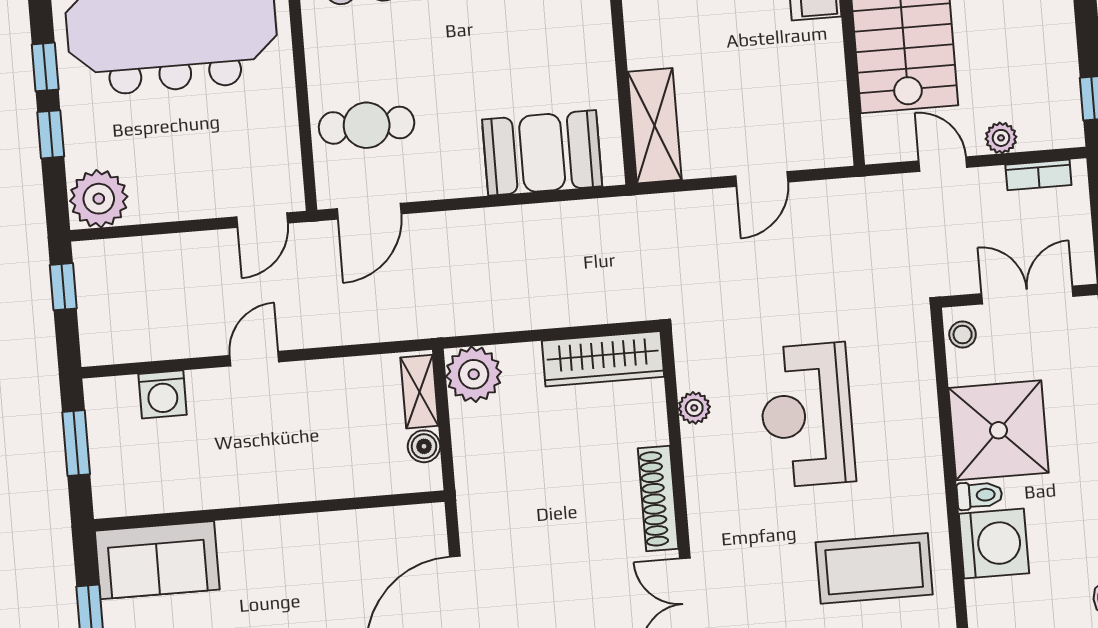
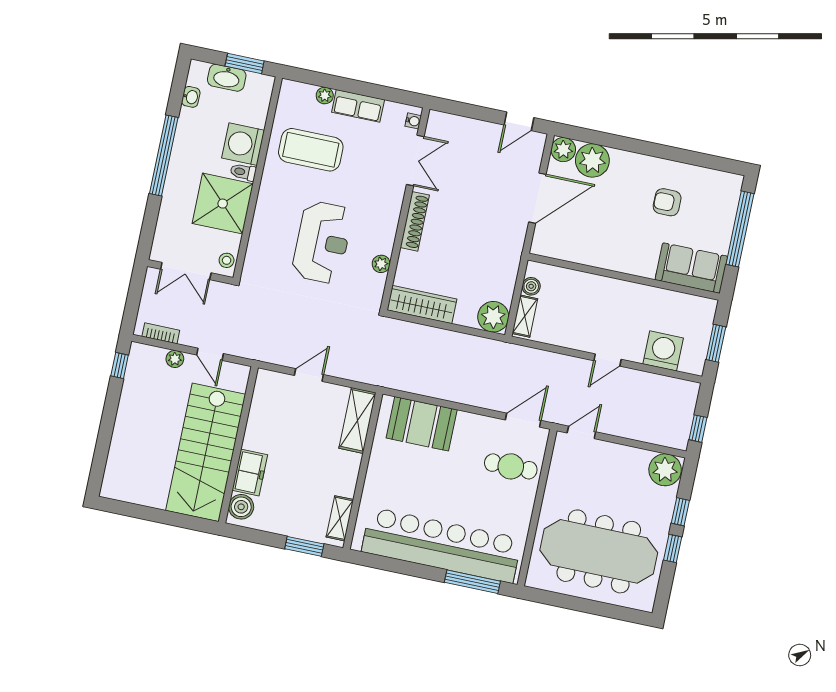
washing machine: (163, 394) -> (663, 351), width x1.37, depth x1.37

